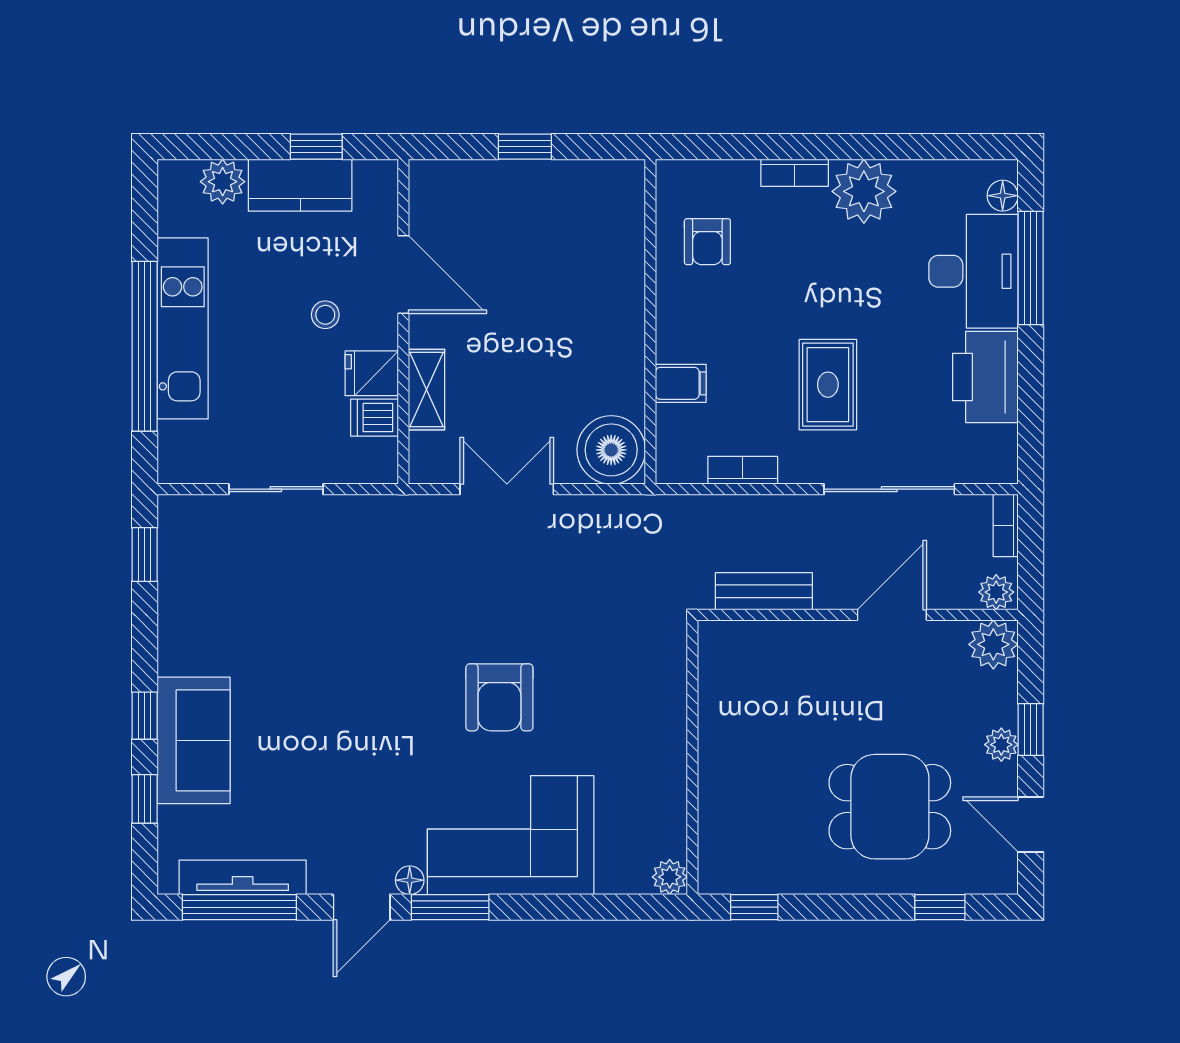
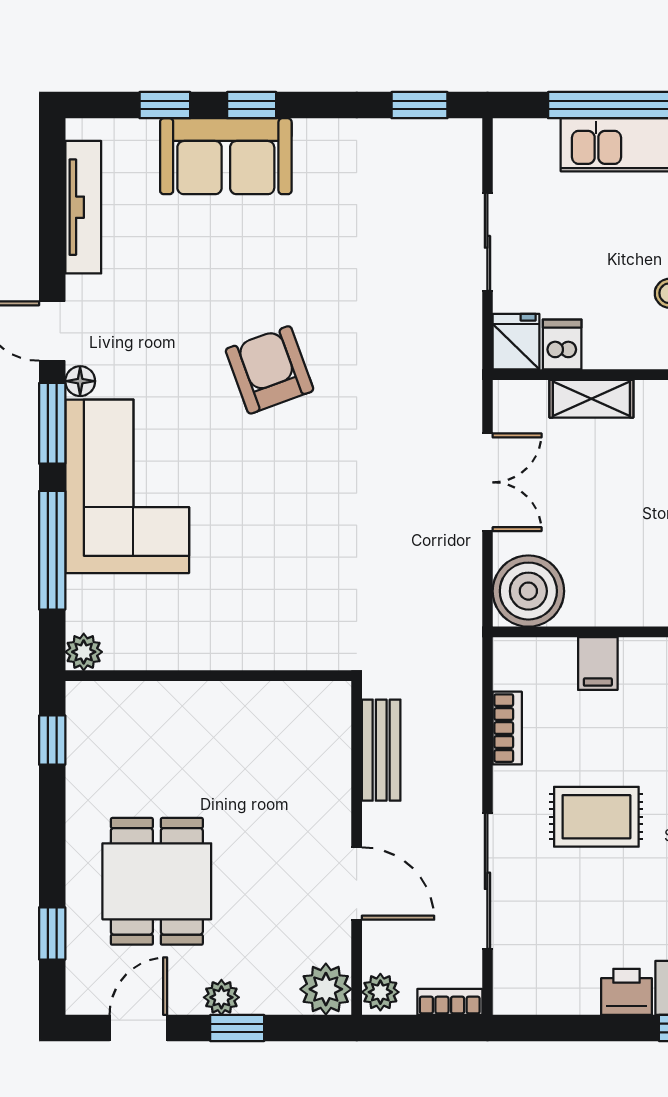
fridge: (372, 373) -> (516, 342), moved
printer: (985, 377) -> (626, 992), width x0.53, depth x0.68
armchair: (499, 697) -> (270, 370), moved, turned 70
window: (239, 907) -> (52, 550), moved

